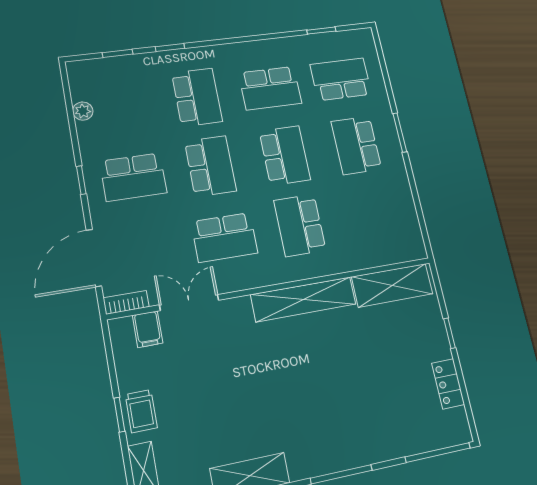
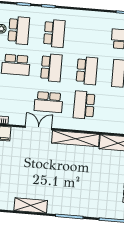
school desk: (270, 88) -> (19, 30), moved, turned -90
double door: (189, 303) -> (38, 128), moved

